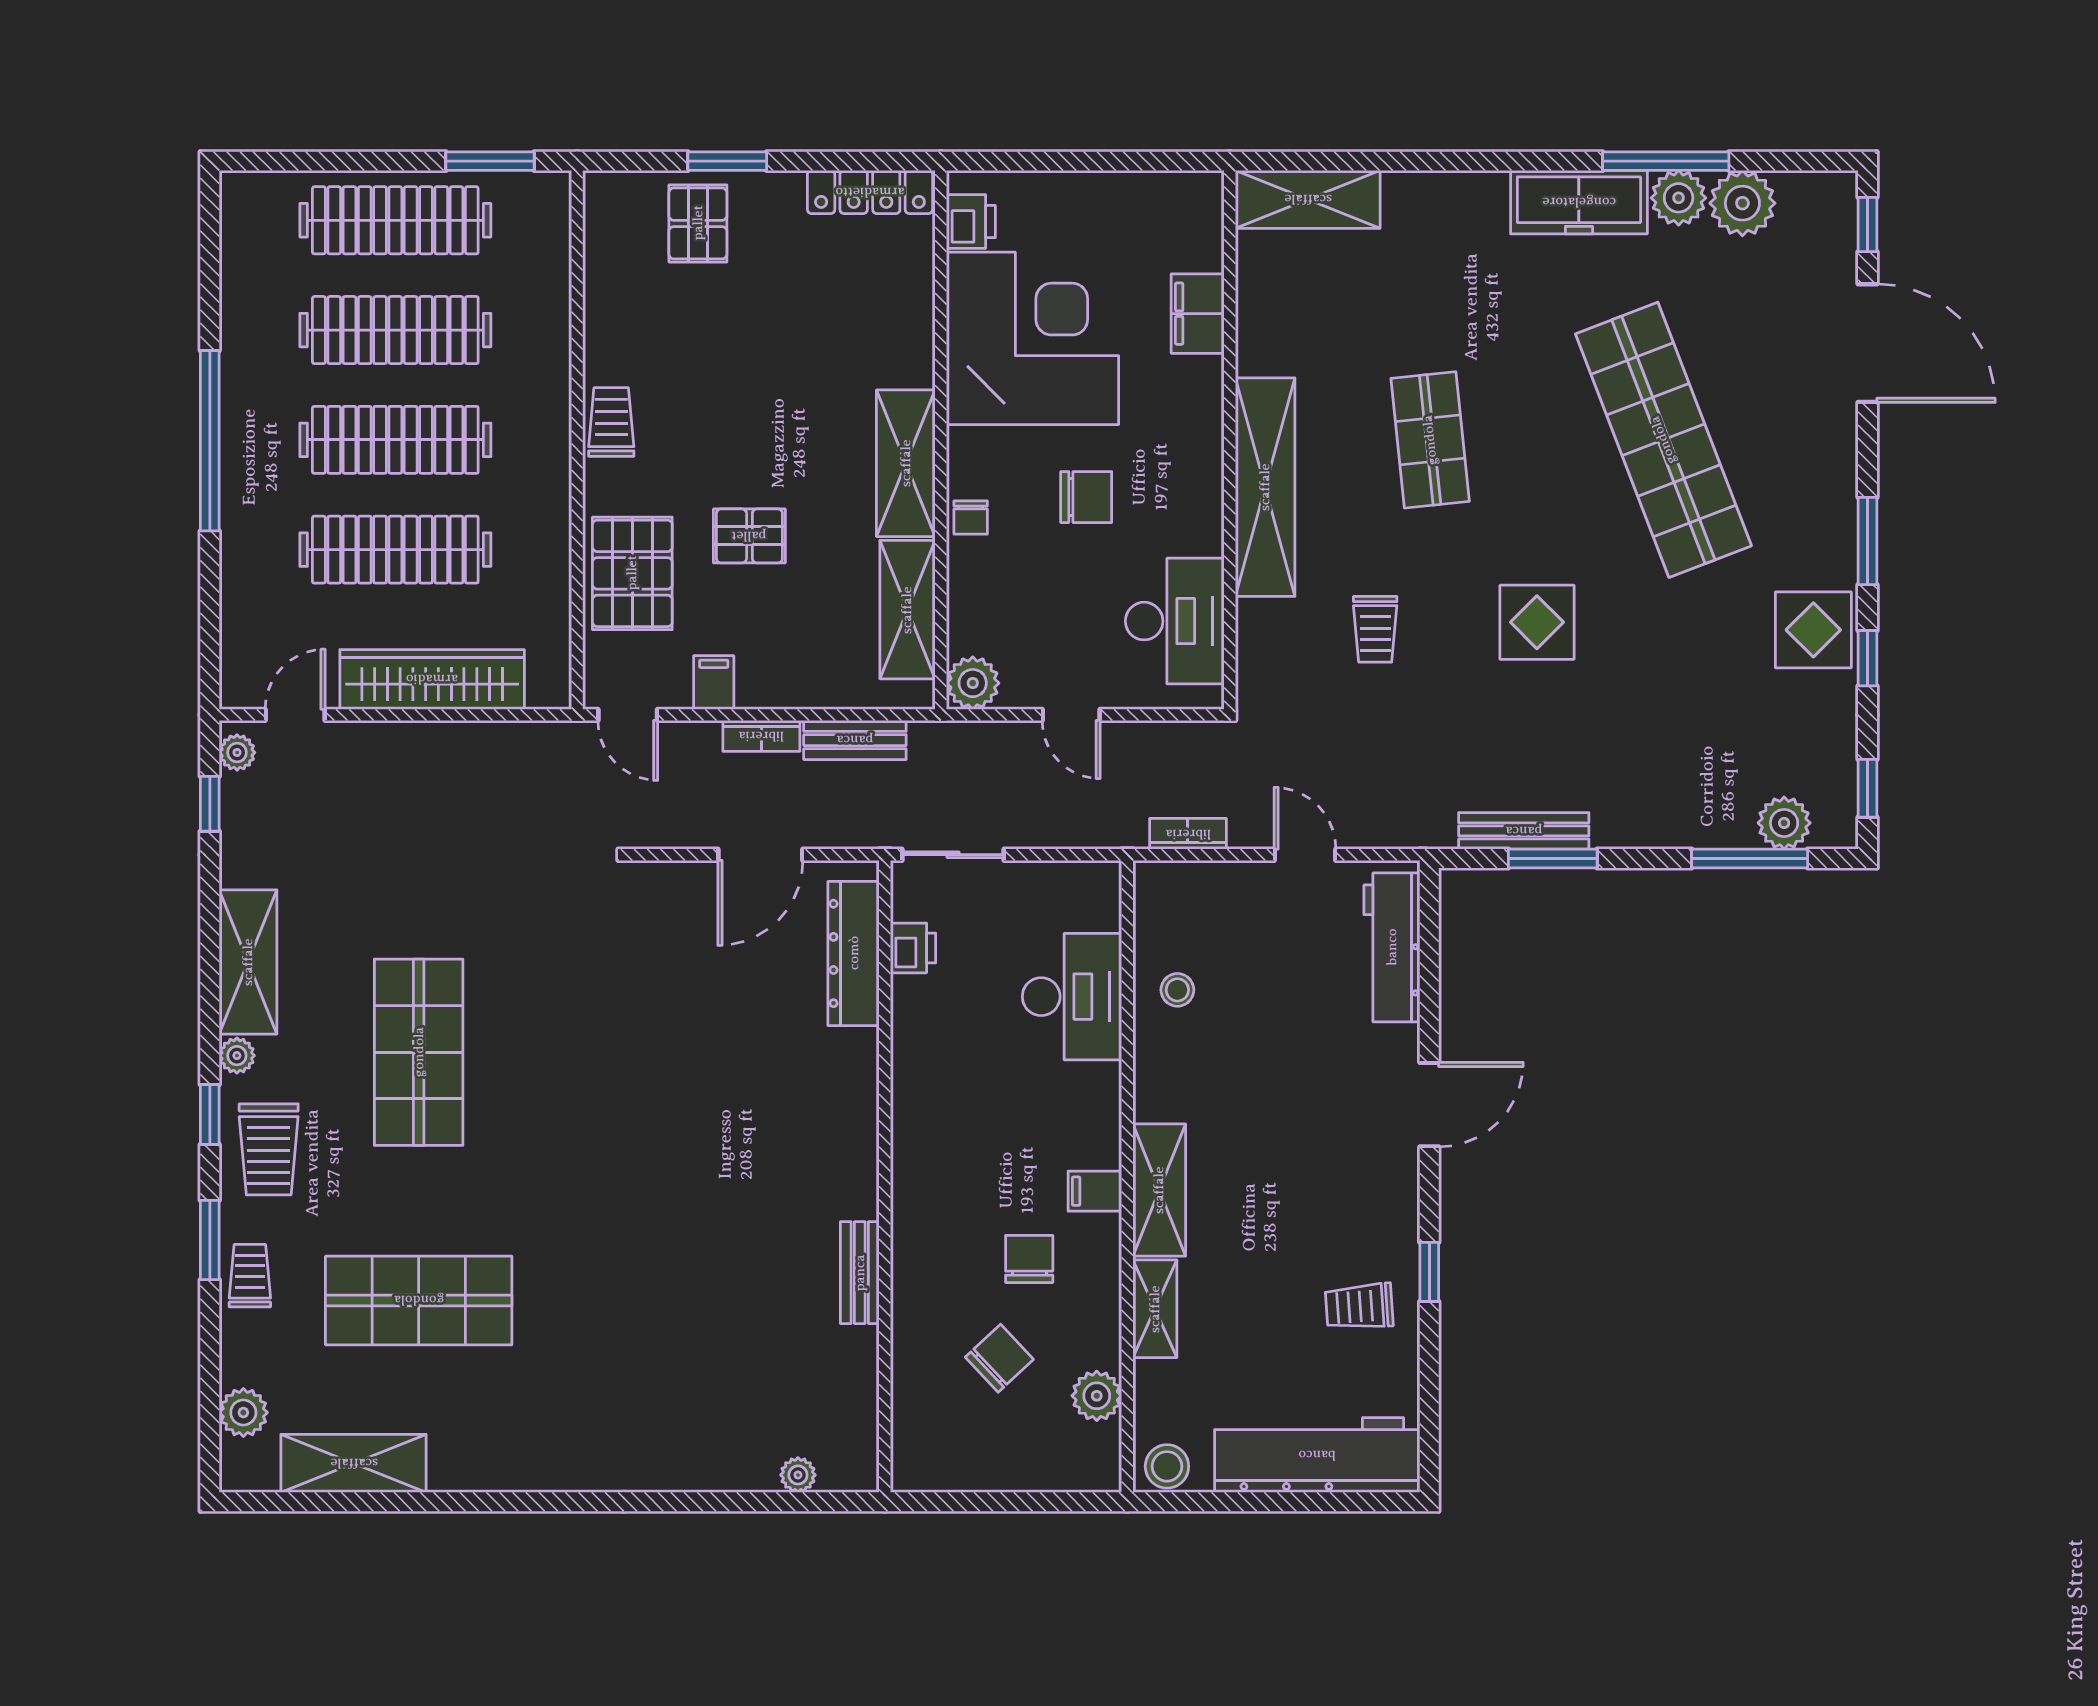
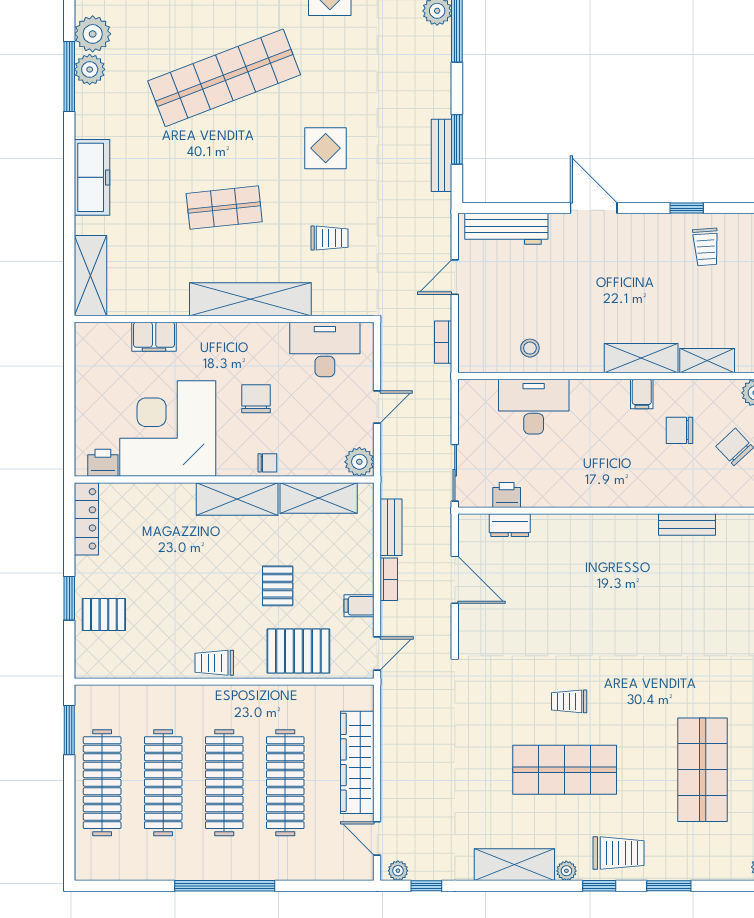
freezer: (1579, 202) -> (92, 177), moved
dresser: (854, 953) -> (510, 525), width x0.51, depth x0.80
trolley: (250, 1276) -> (569, 701), moved

